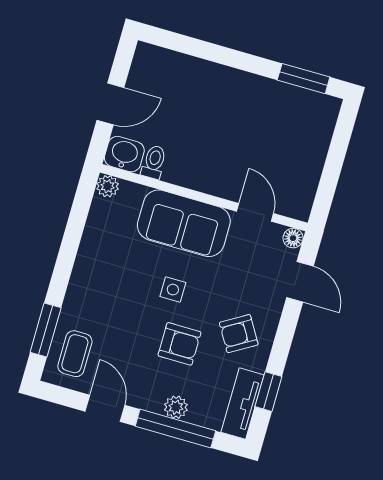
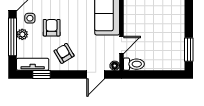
toilet: (301, 198) -> (134, 64), added
side table: (173, 290) -> (30, 18), moved
armchair: (179, 344) -> (52, 28), turned 180

